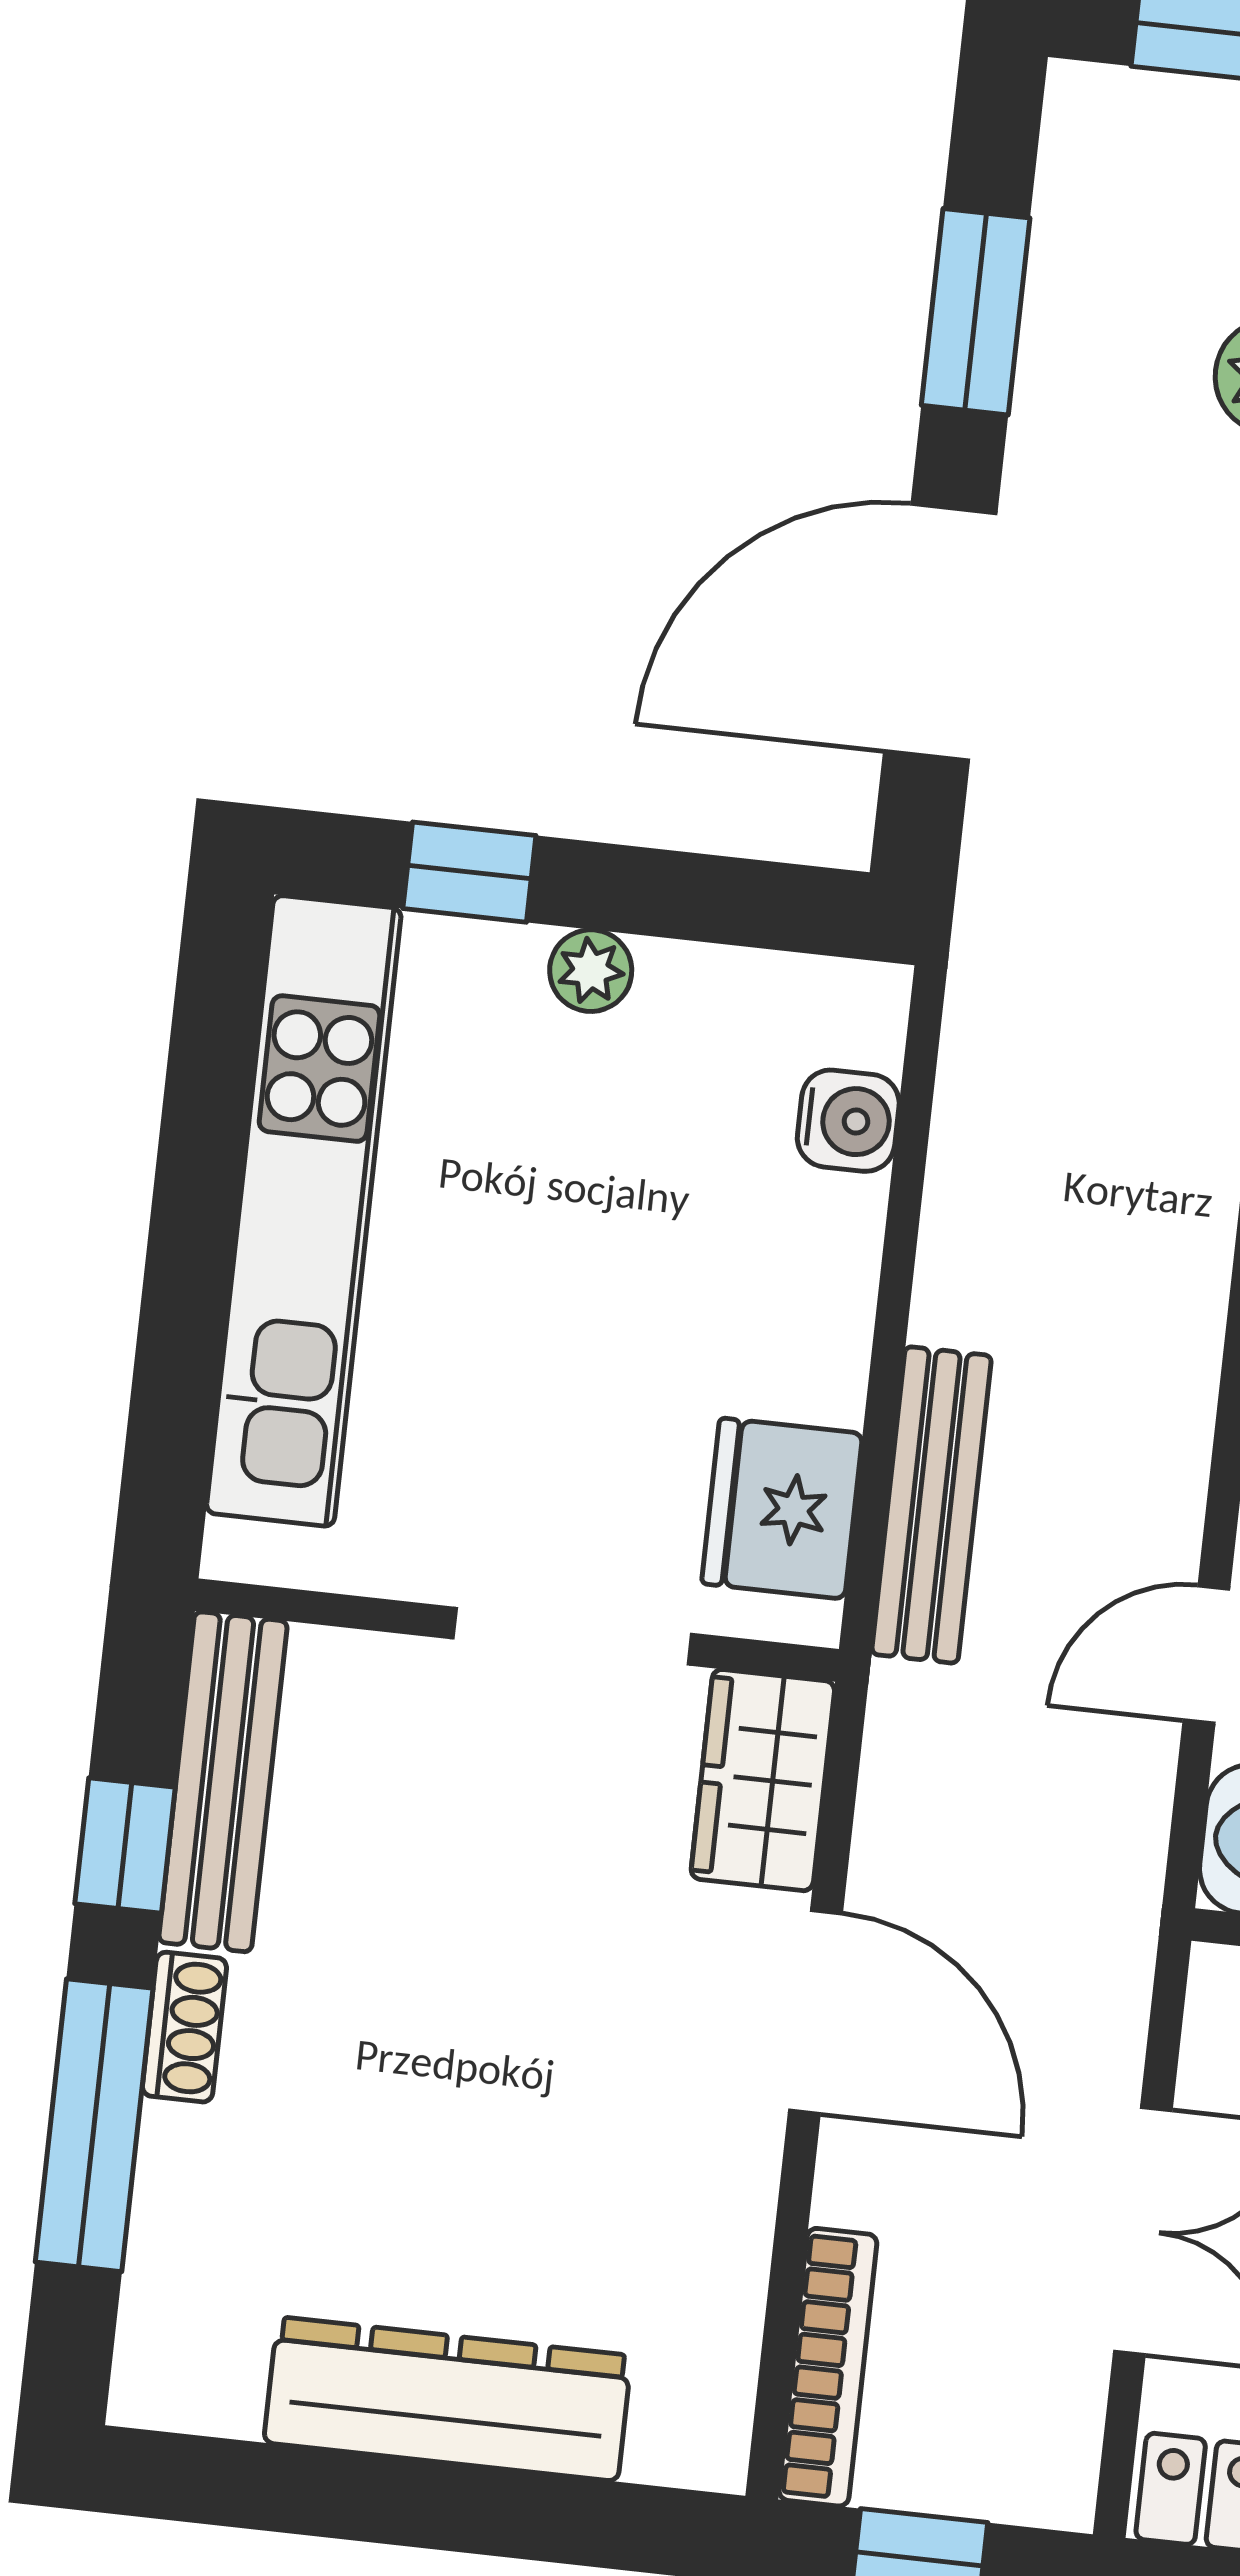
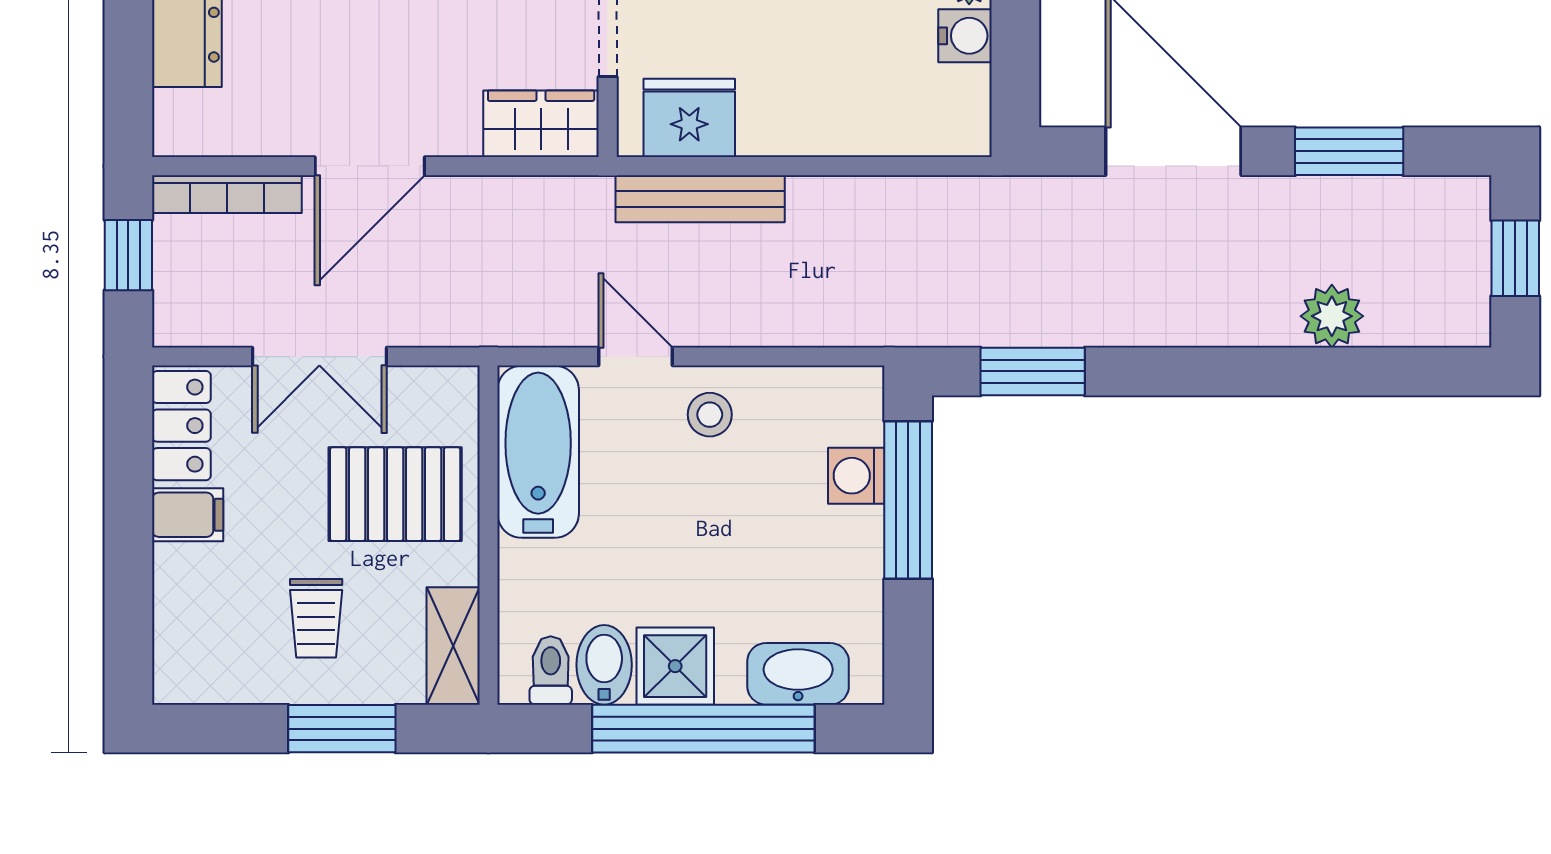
water cooler: (848, 1121) -> (965, 36), moved, turned -90
door: (815, 2012) -> (370, 166), moved

